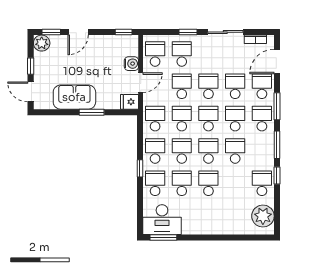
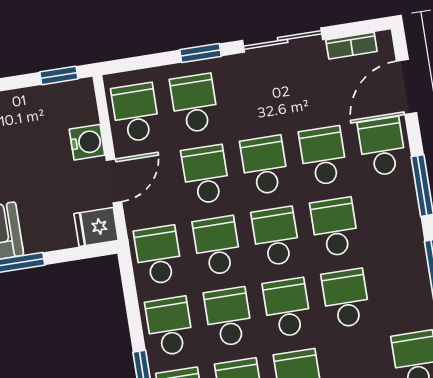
school desk: (262, 119) -> (393, 218), removed

